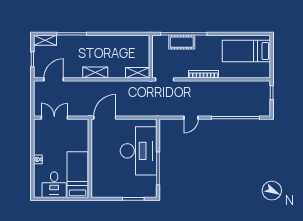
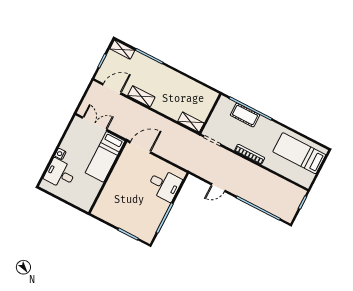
shelving: (95, 73) -> (141, 96), moved
desk: (139, 151) -> (164, 185), width x0.53, depth x0.77
bed: (77, 175) -> (105, 157), moved, turned 180
desk: (54, 185) -> (60, 174), moved, turned 90

